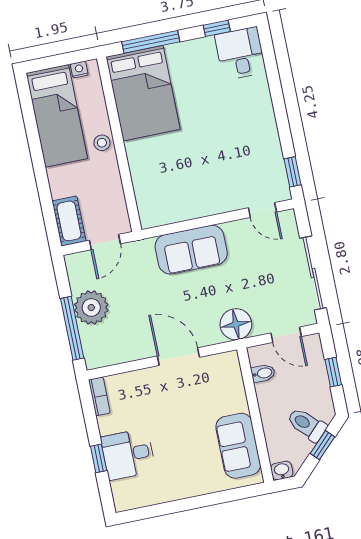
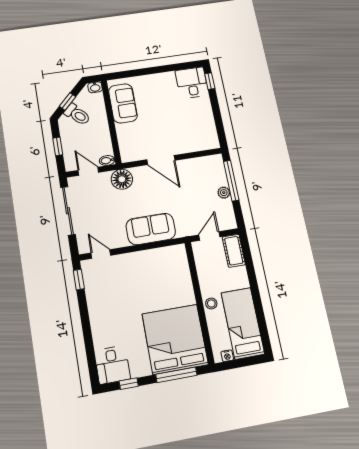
bed: (143, 93) -> (175, 339), width x1.36
plant: (91, 307) -> (224, 193), width x0.53, depth x0.53
bidet: (263, 373) -> (107, 160), moved
bookcase: (99, 396) -> (213, 137), removed
desk: (128, 454) -> (192, 83), moved, turned -90
window: (99, 458) -> (210, 81), moved

